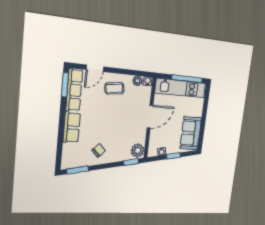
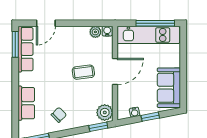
coffee table: (114, 88) -> (83, 72), moved
row of seats: (72, 127) -> (26, 103), moved

